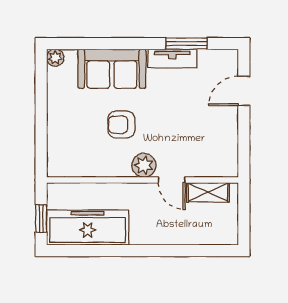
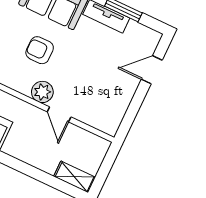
shelving: (208, 192) -> (75, 177), moved

